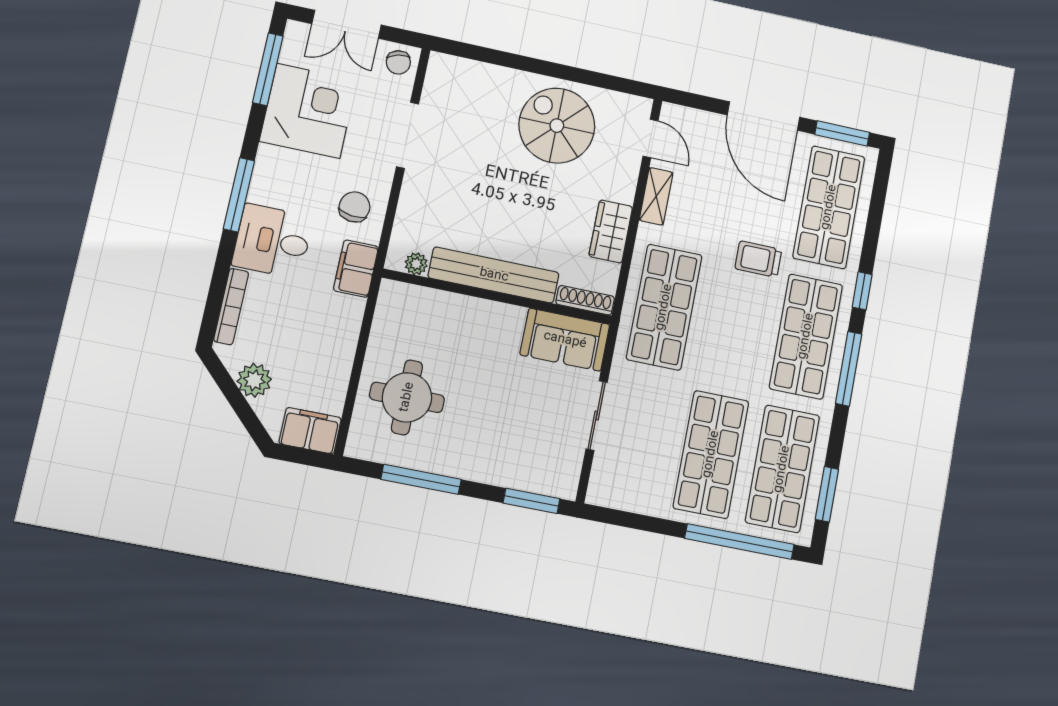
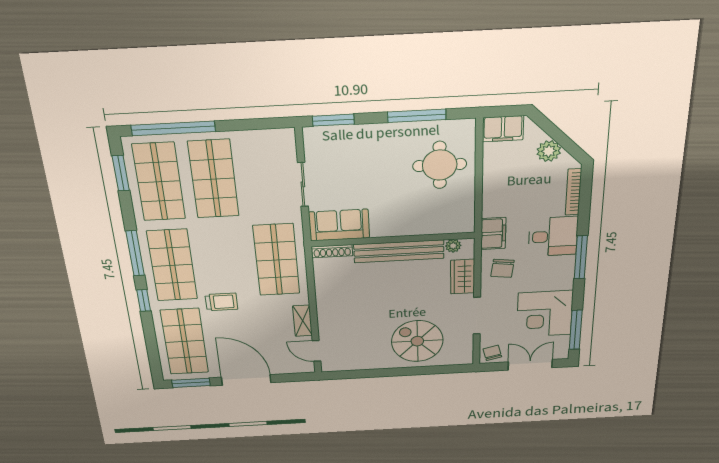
spiral stairs: (557, 126) -> (417, 341), moved, turned 180
wardrobe: (611, 231) -> (463, 277), moved, turned 180

